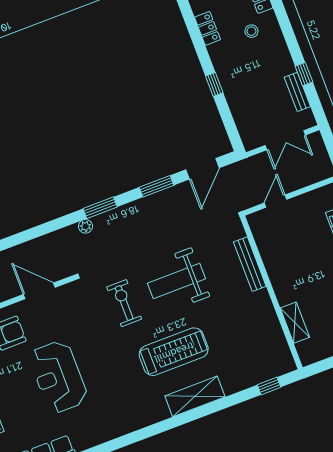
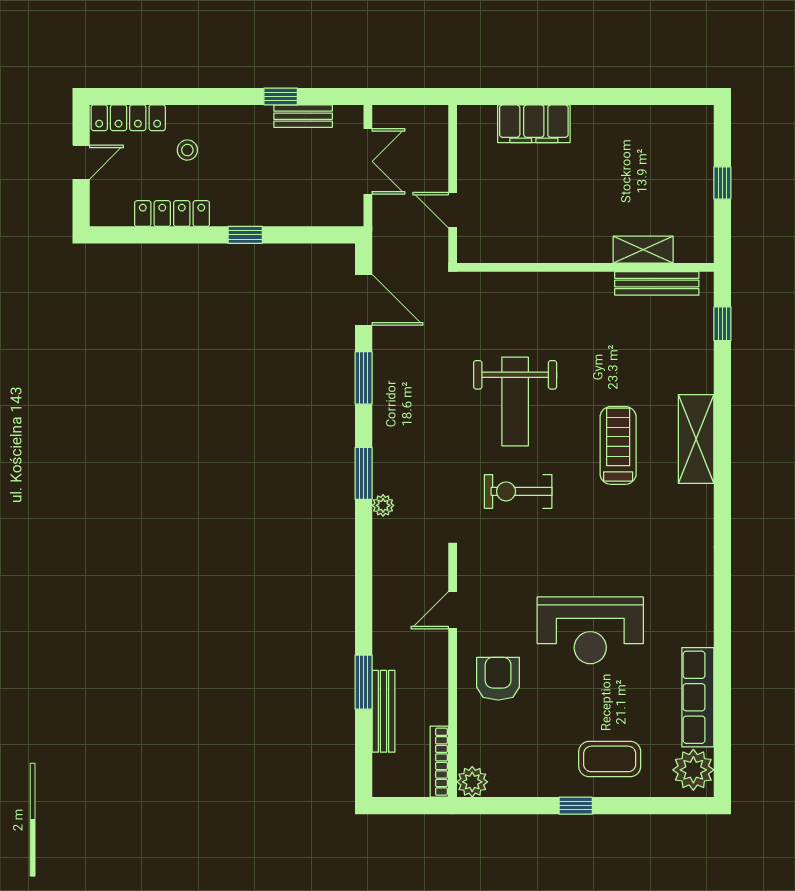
locker: (207, 28) -> (172, 214), width x1.53
bench: (250, 264) -> (657, 283), moved
door: (39, 291) -> (453, 610), width x0.73
treadmill: (174, 352) -> (618, 445), width x0.73, depth x0.73

